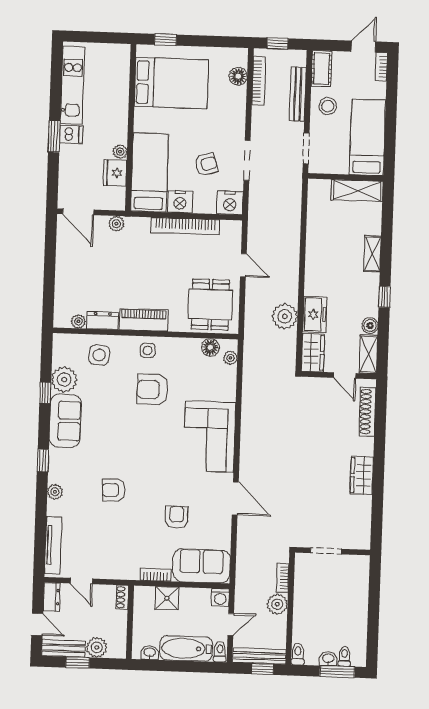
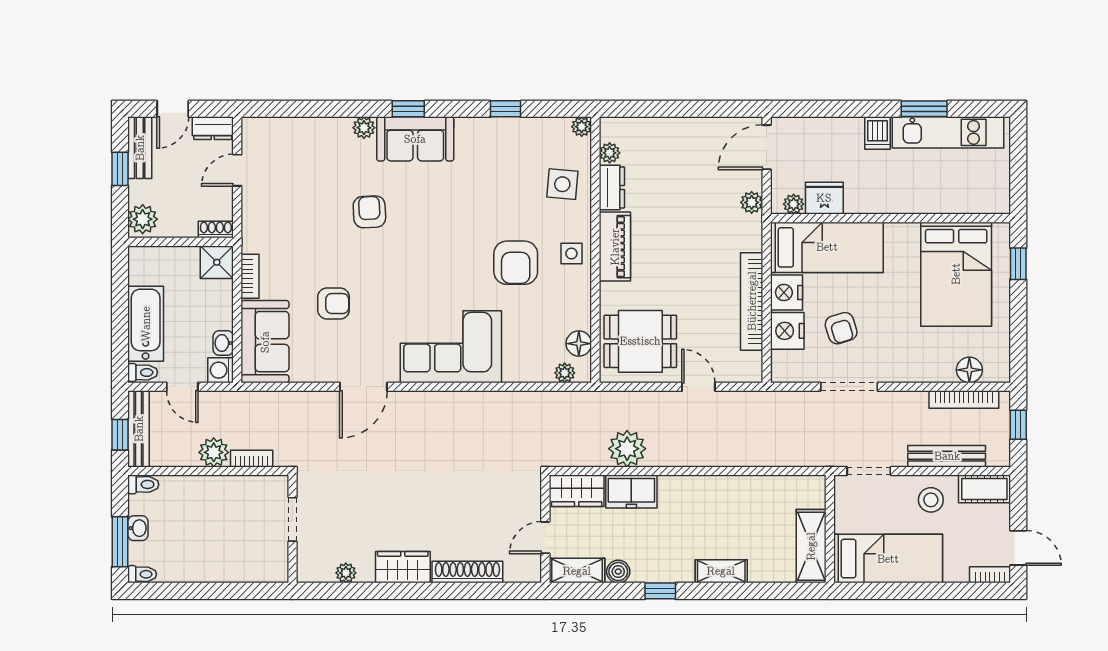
window: (54, 136) -> (924, 109), moved
plant: (120, 152) -> (794, 204), moved
nightstand: (230, 203) -> (787, 331), moved
door: (243, 265) -> (698, 387), swing flipped
plant: (64, 380) -> (582, 127), moved, width x0.53, depth x0.53
armchair: (153, 389) -> (516, 263), turned 180
shoe rack: (367, 412) -> (467, 572), moved
sofa: (65, 421) -> (415, 139), moved
plant: (364, 515) -> (346, 573), added
tv unit: (53, 545) -> (287, 128), removed
shower: (167, 598) -> (217, 262), moved
plant: (97, 647) -> (143, 219), moved
washbasin: (150, 653) -> (223, 343), moved, turned 180
toilet: (344, 656) -> (142, 574), moved

